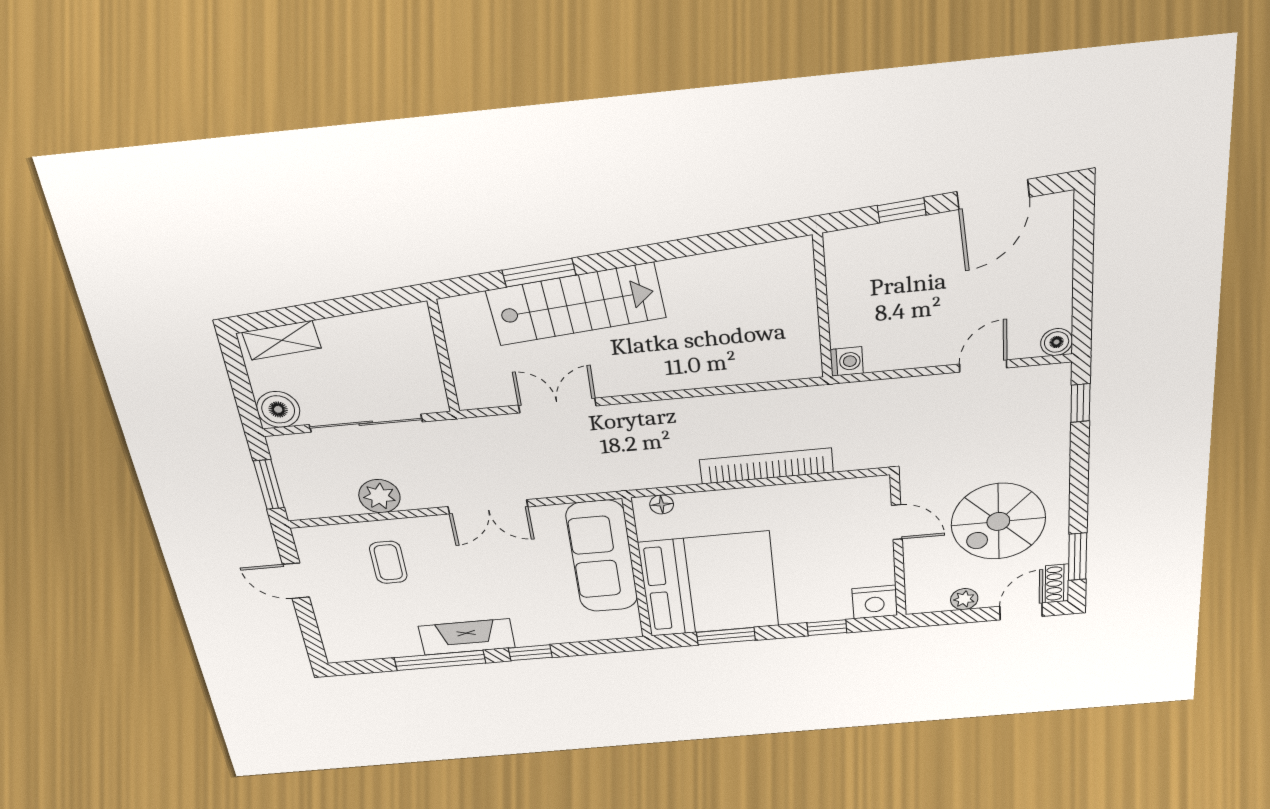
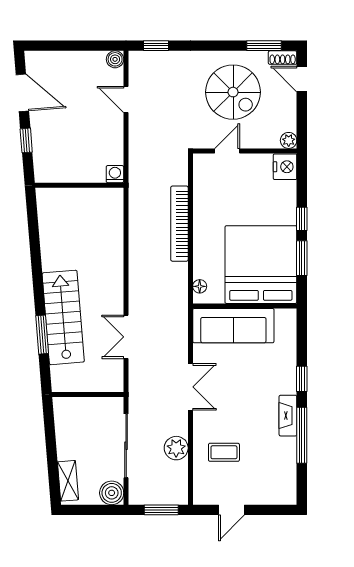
plant: (964, 599) -> (289, 140), moved
window: (827, 628) -> (302, 219), moved
fireplace: (467, 637) -> (288, 416), width x0.73, depth x0.76

